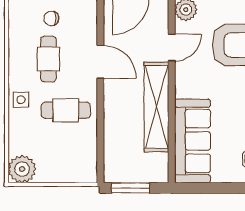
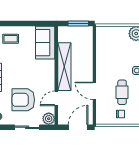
cafe table: (66, 110) -> (113, 65), removed
sofa: (193, 141) -> (45, 43), width x0.73

